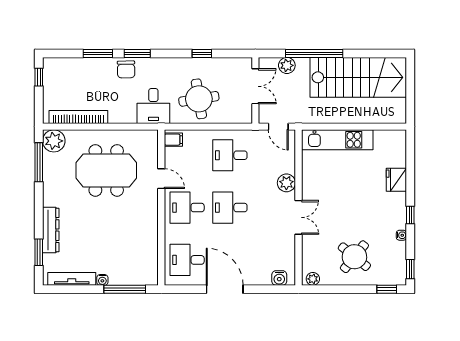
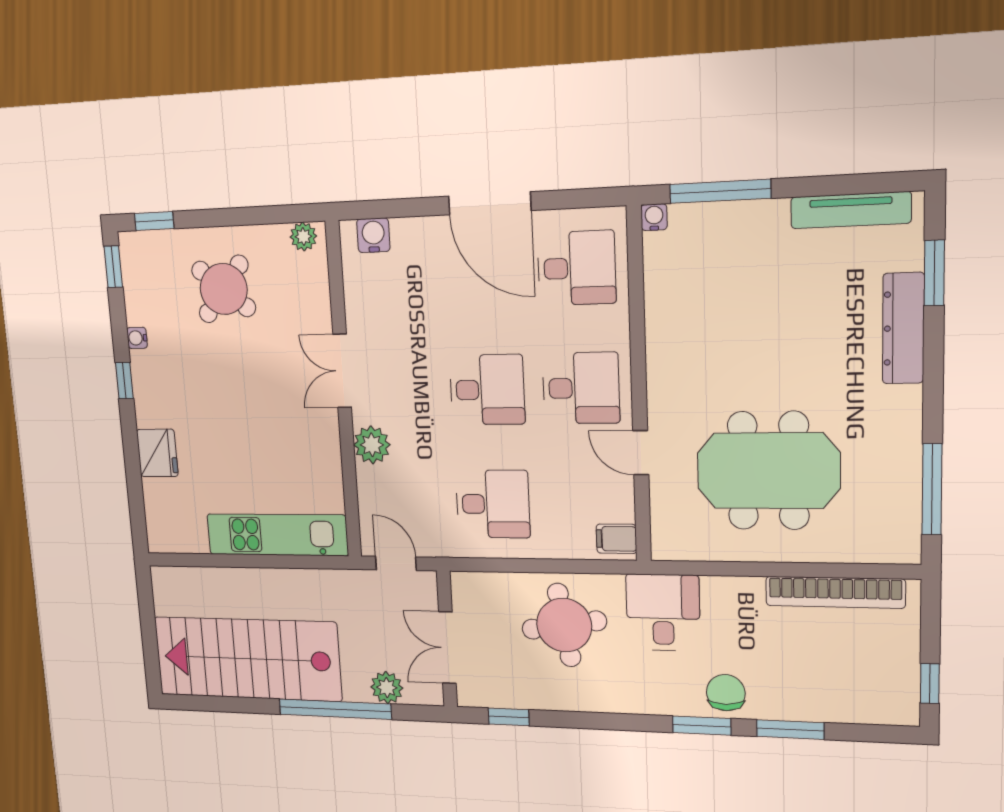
window: (202, 53) -> (509, 717), moved
plant: (54, 141) -> (894, 539), removed
water cooler: (102, 280) -> (654, 217), moved

